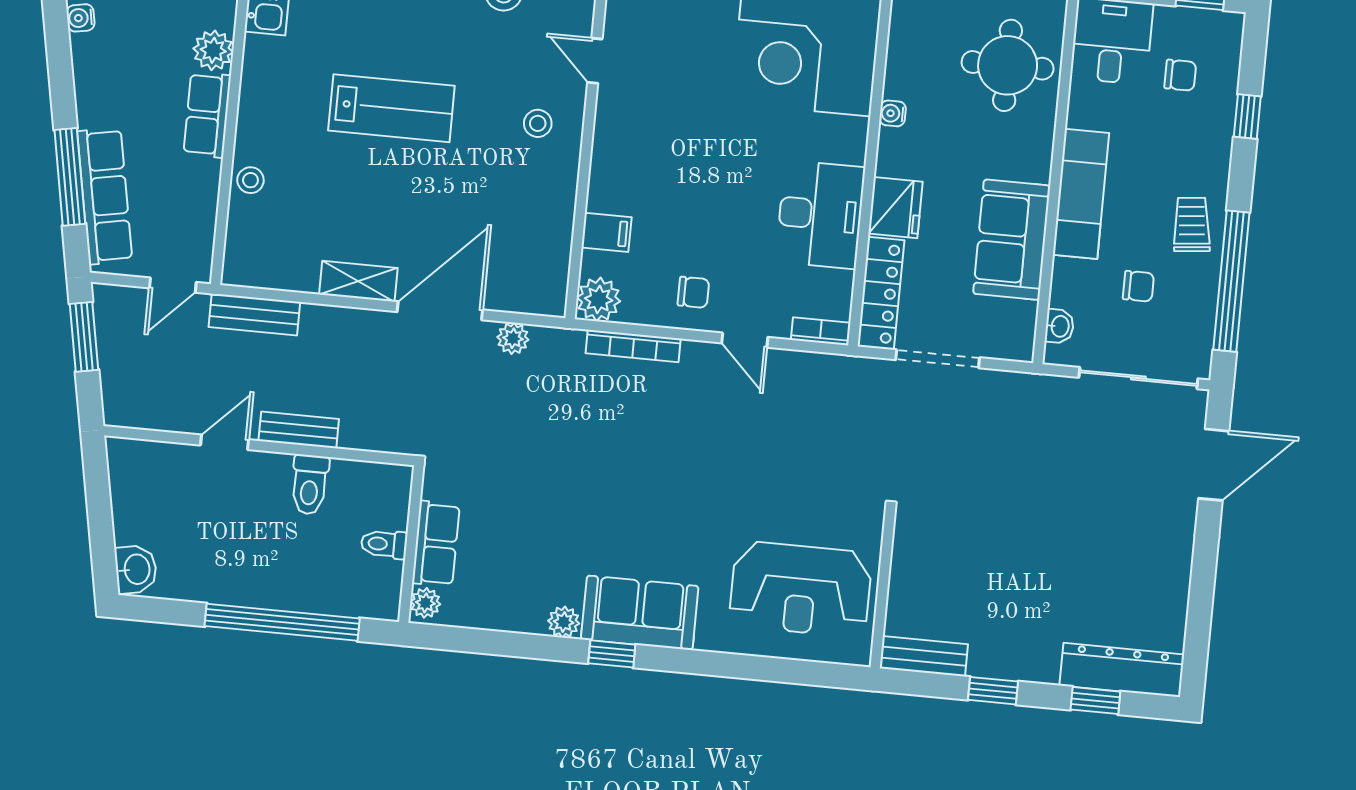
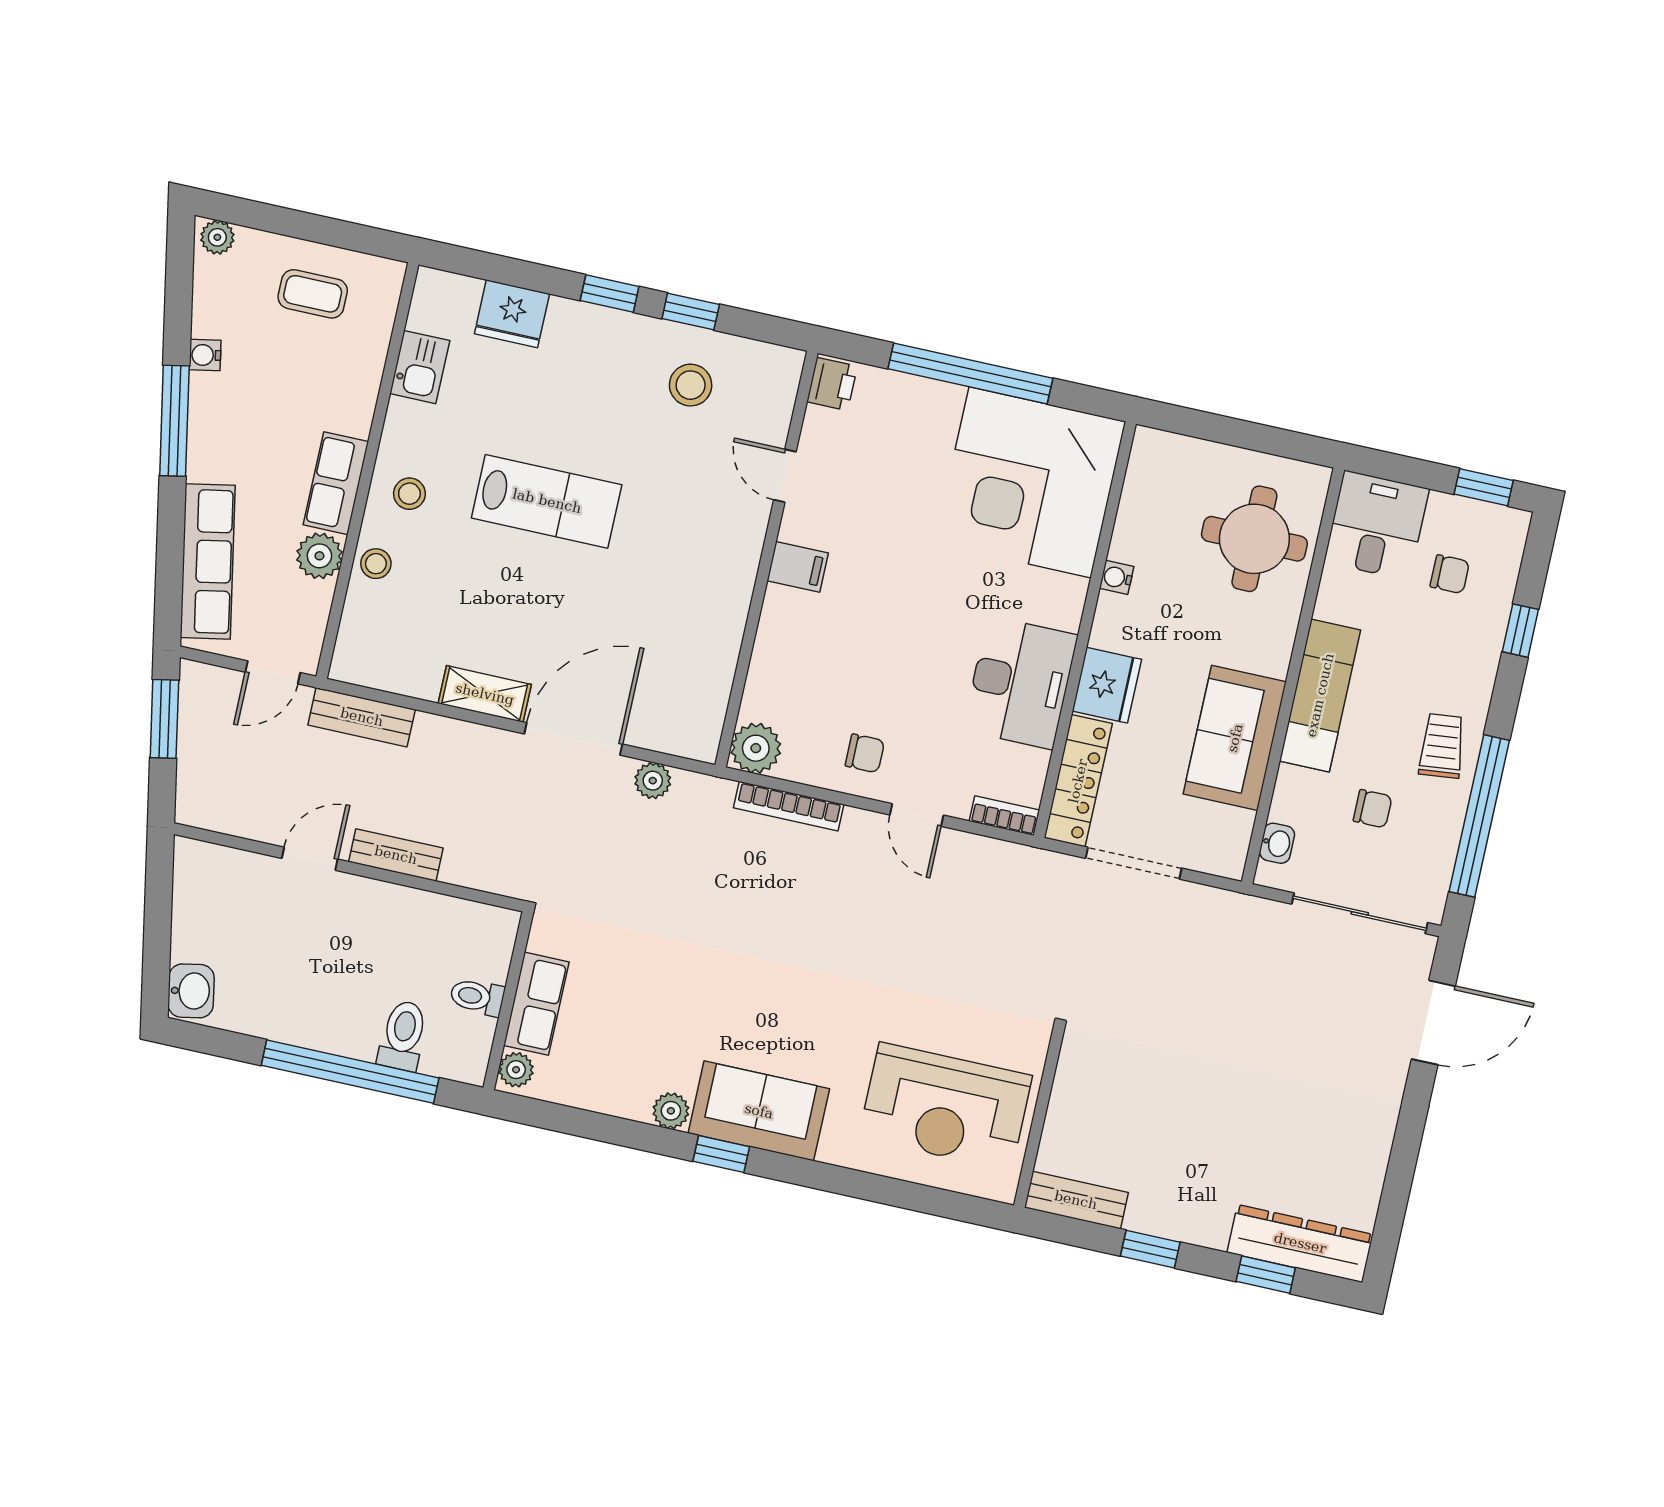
plant: (213, 50) -> (319, 556), moved
stool: (538, 123) -> (409, 494), moved
window: (70, 177) -> (174, 421), moved
filing cabinet: (606, 232) -> (798, 567), moved
toilet: (310, 485) -> (403, 1036), moved, turned 180

